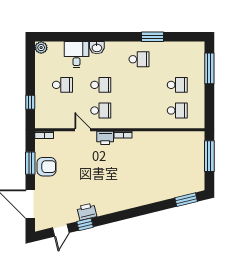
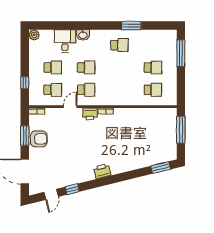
school desk: (62, 111) -> (53, 90), added
door: (83, 130) -> (70, 107), hinge flipped
printer: (87, 212) -> (102, 171), moved

